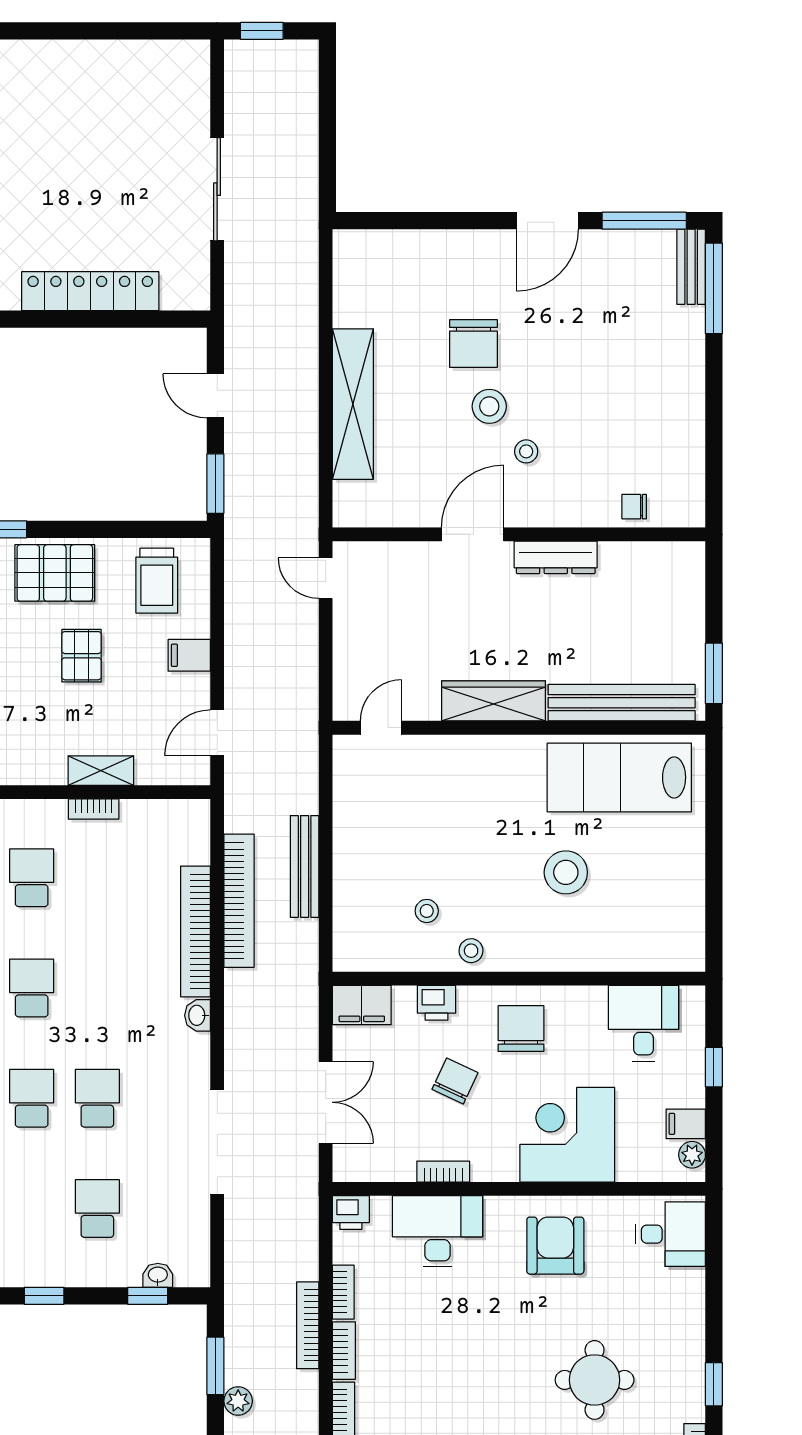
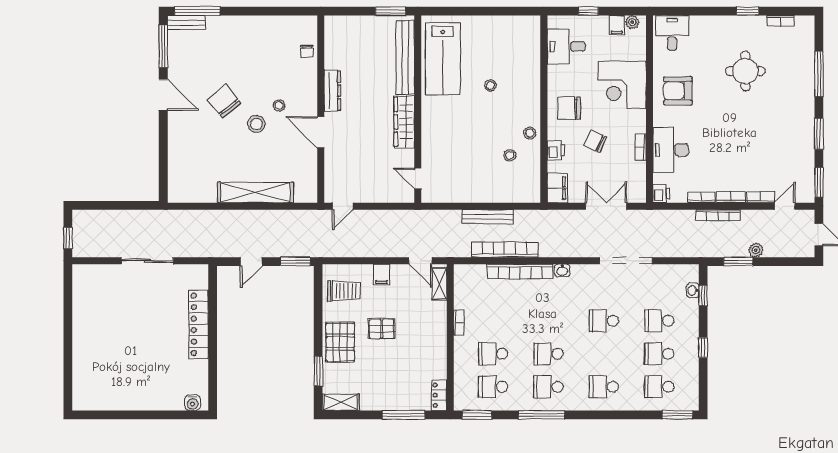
chair: (473, 344) -> (224, 102), moved, turned -129
shelving: (101, 771) -> (439, 284), moved
stool: (566, 872) -> (490, 86), width x0.53, depth x0.53
school desk: (32, 1098) -> (659, 354), moved

